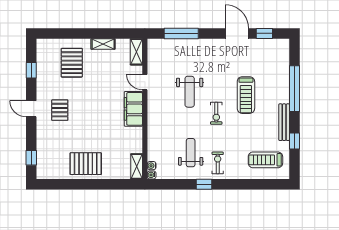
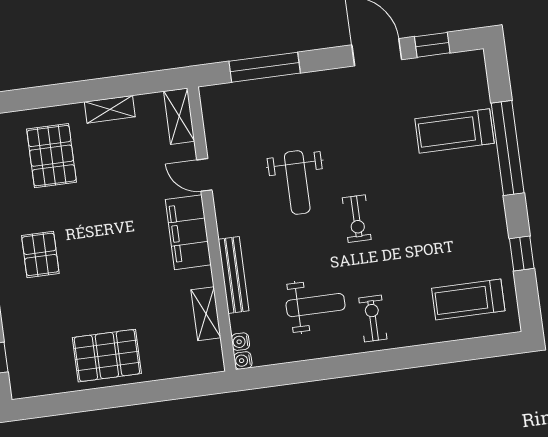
treadmill: (246, 95) -> (454, 131), moved, turned 90
bench: (284, 122) -> (234, 275), moved
weight bench: (191, 153) -> (316, 305), turned 90
shelving: (137, 166) -> (206, 314), moved
window: (204, 184) -> (351, 365), removed

